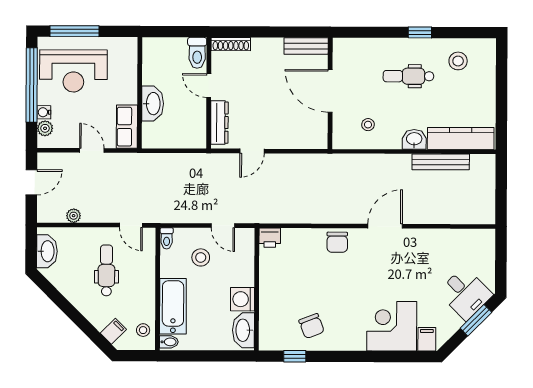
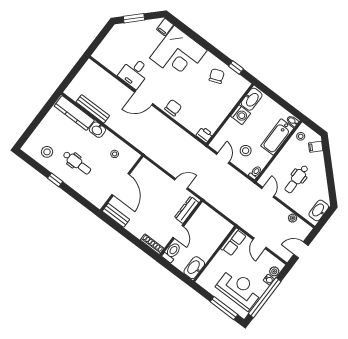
washbasin: (153, 104) -> (194, 268), moved
desk: (465, 293) -> (134, 73), moved, turned -135
corner desk: (392, 326) -> (178, 54), width x1.36, depth x1.36

